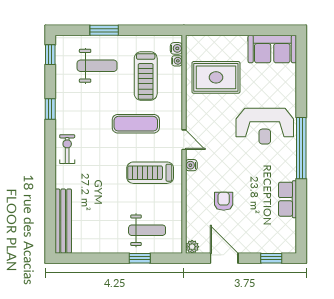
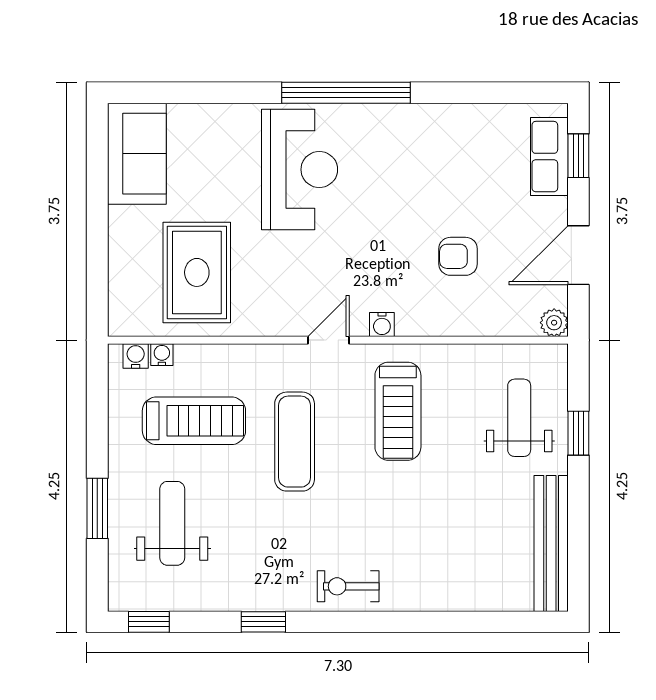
row of seats: (287, 199) -> (549, 157), moved, turned 90
bench: (63, 221) -> (551, 543), moved, turned 90

